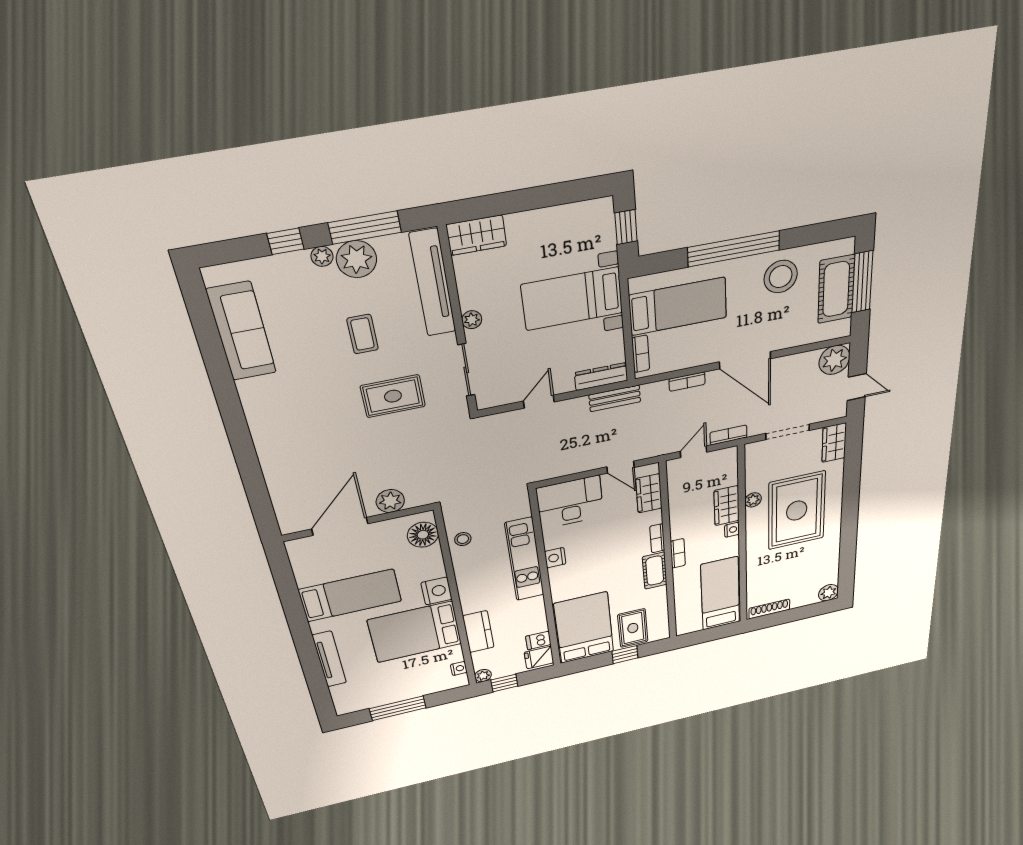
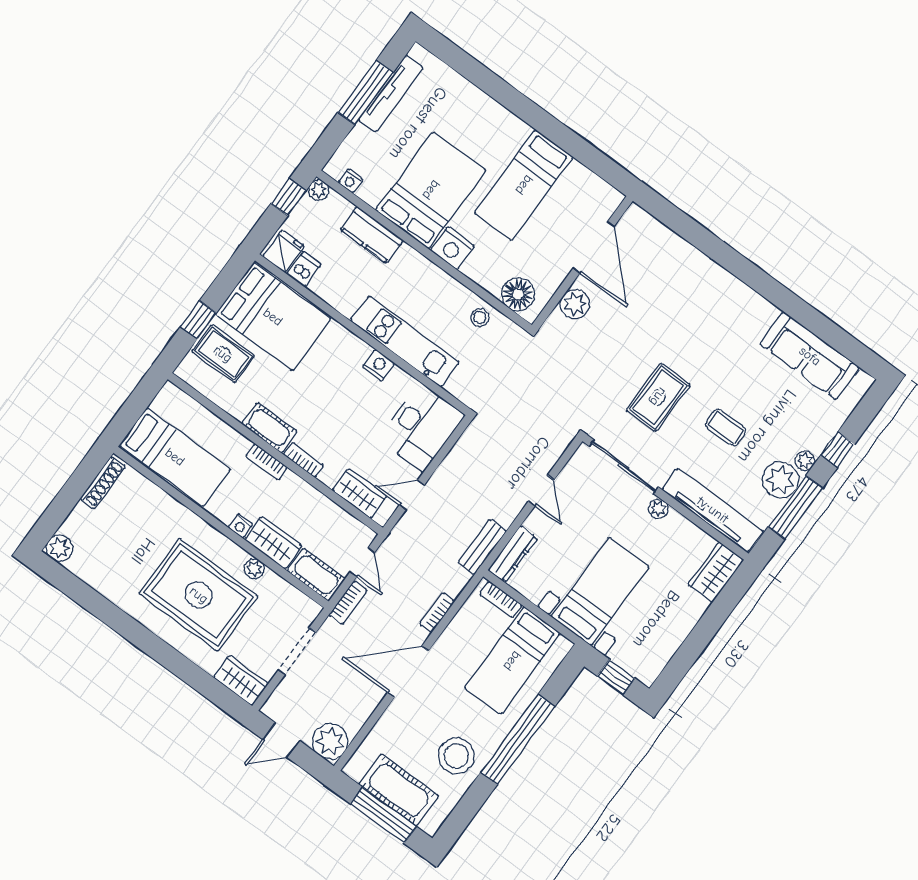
sliding door: (466, 370) -> (624, 467), width x1.37
cot: (726, 467) -> (316, 575), added
tv unit: (329, 659) -> (391, 94), moved, turned -90

